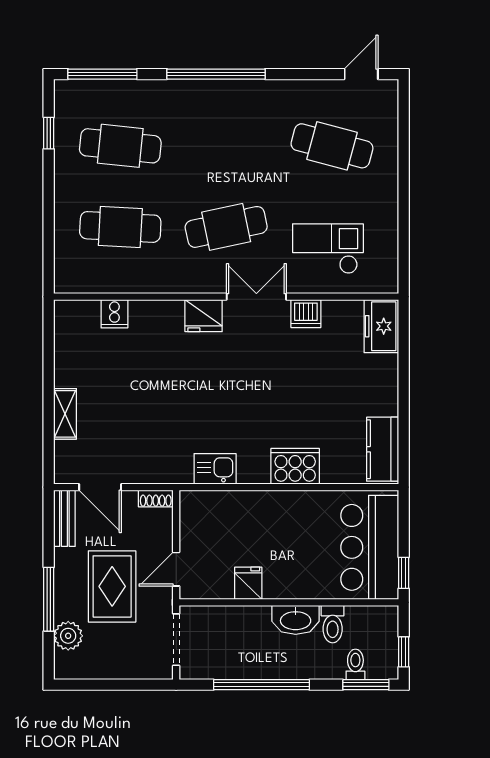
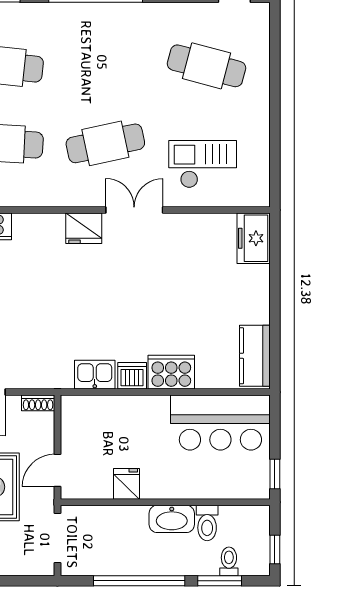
dishwasher: (306, 314) -> (132, 376), moved, turned 180
bar counter: (370, 547) -> (220, 423), moved, turned -90
window: (366, 685) -> (220, 581), moved

